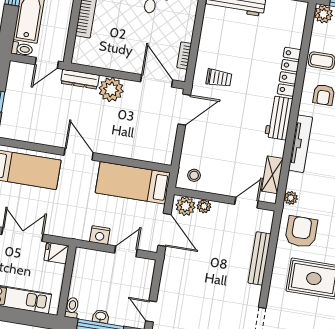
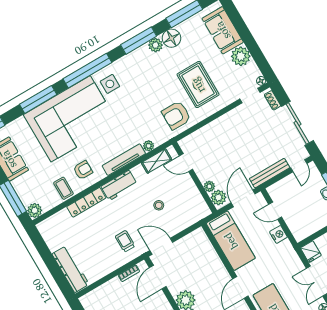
stool: (194, 175) -> (159, 205), moved
plant: (291, 198) -> (149, 146), moved
bench: (259, 258) -> (270, 173), moved

